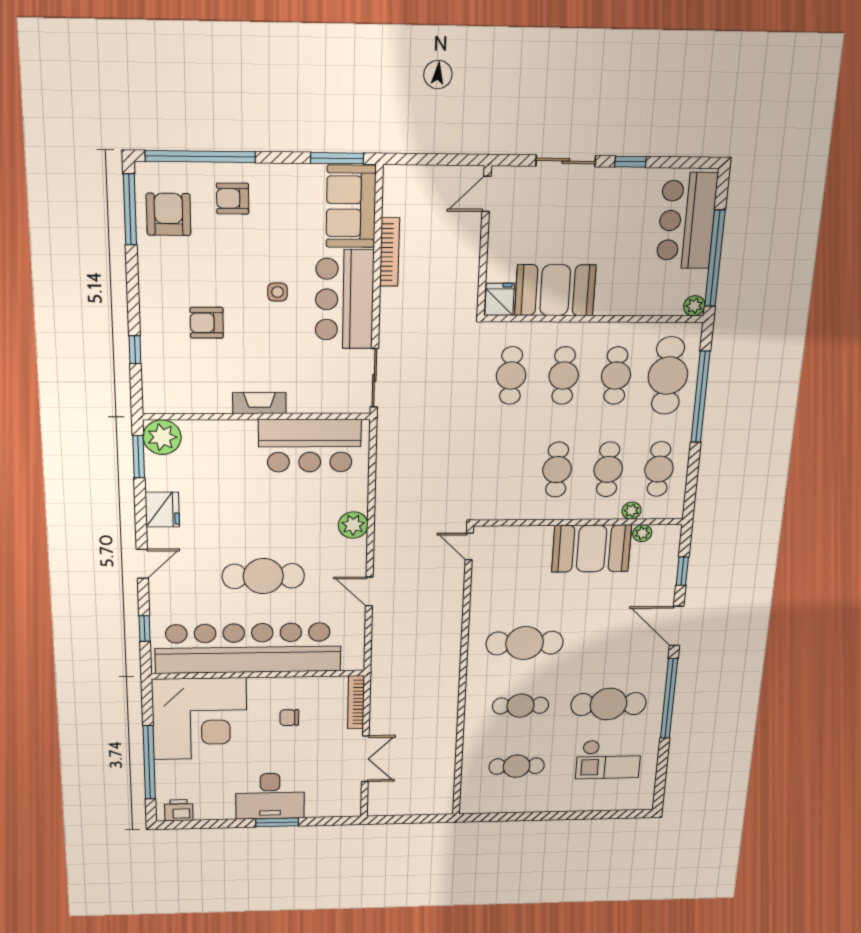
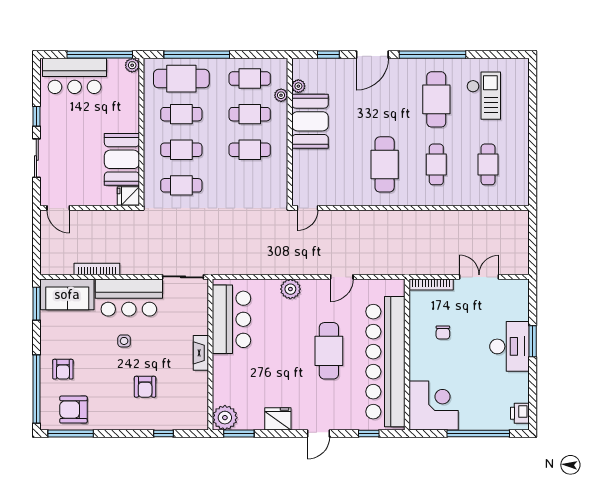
door: (142, 564) -> (318, 434), swing flipped
corner desk: (200, 719) -> (434, 405), width x0.74, depth x0.74

